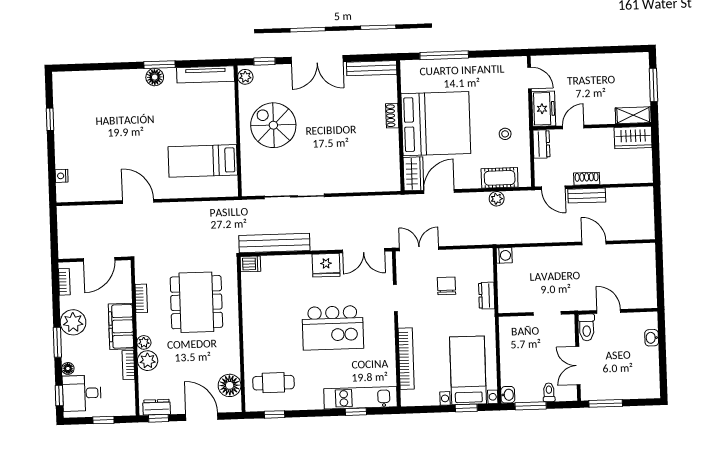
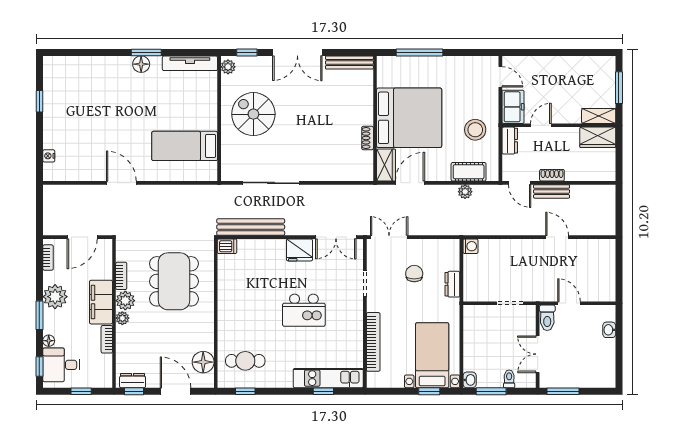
shoe rack: (392, 116) -> (368, 138), moved
stool: (505, 134) -> (475, 130), width x1.89, depth x1.89
kitchen island: (333, 328) -> (304, 310), width x0.73, depth x0.78
plant: (148, 361) -> (125, 301), moved

